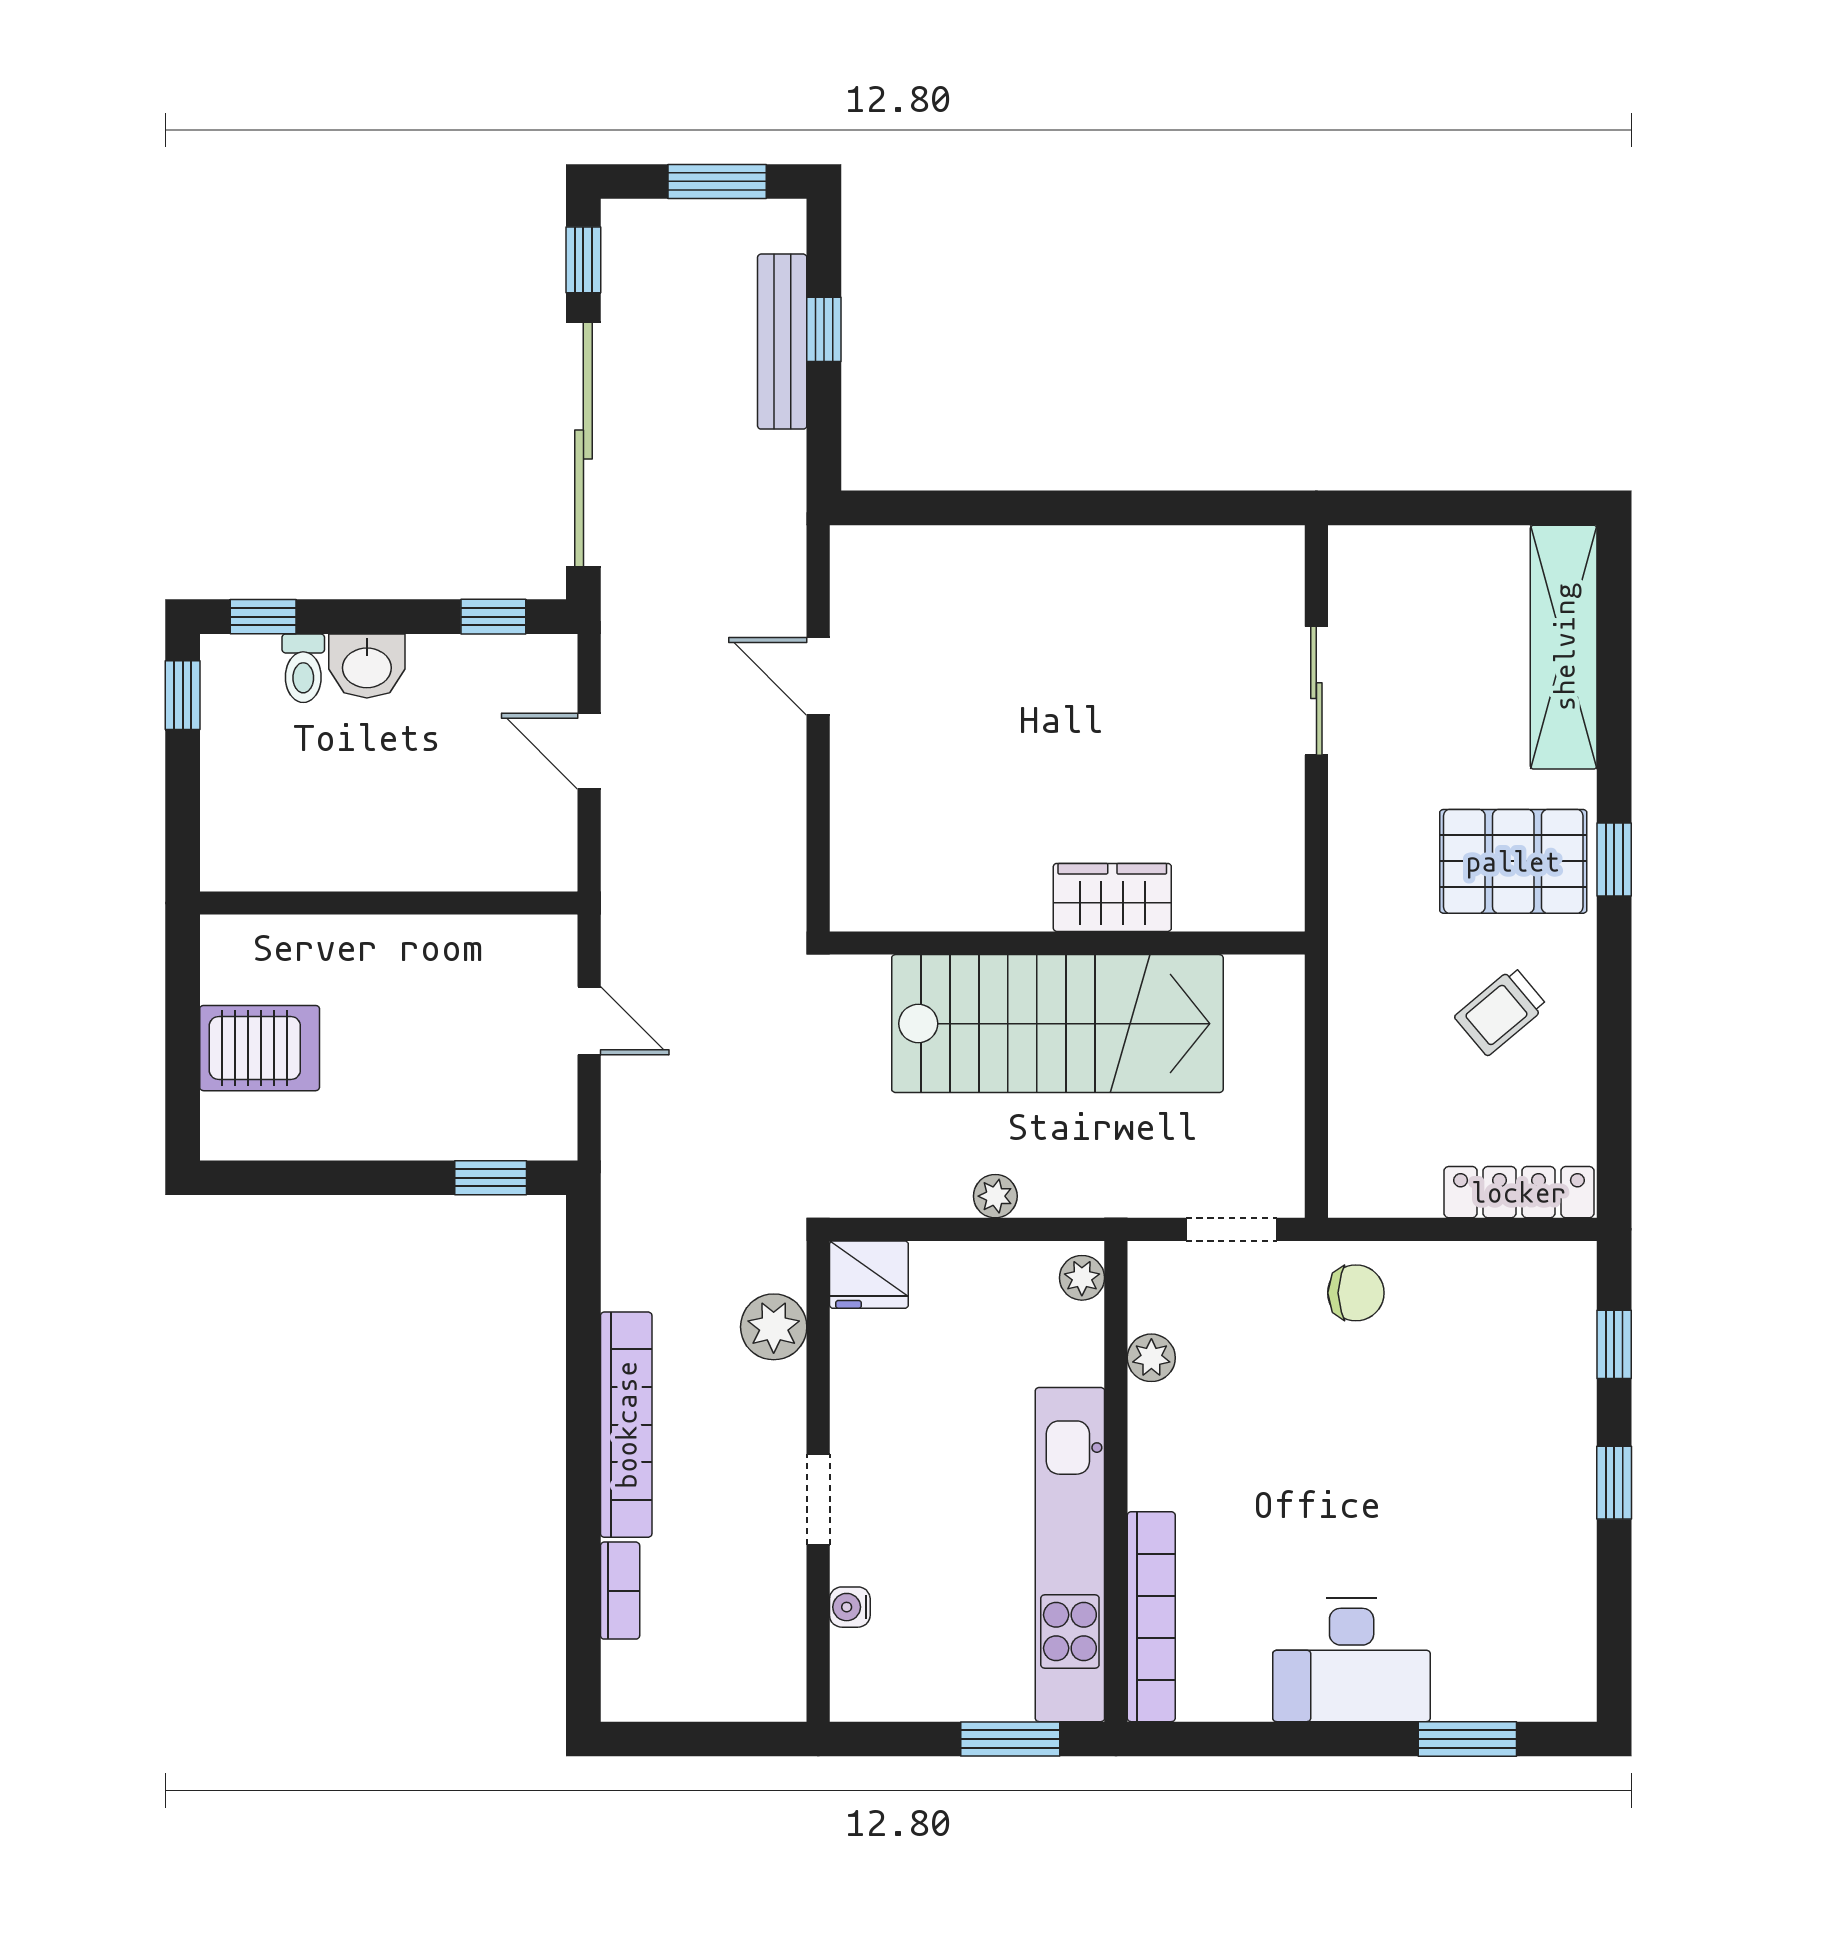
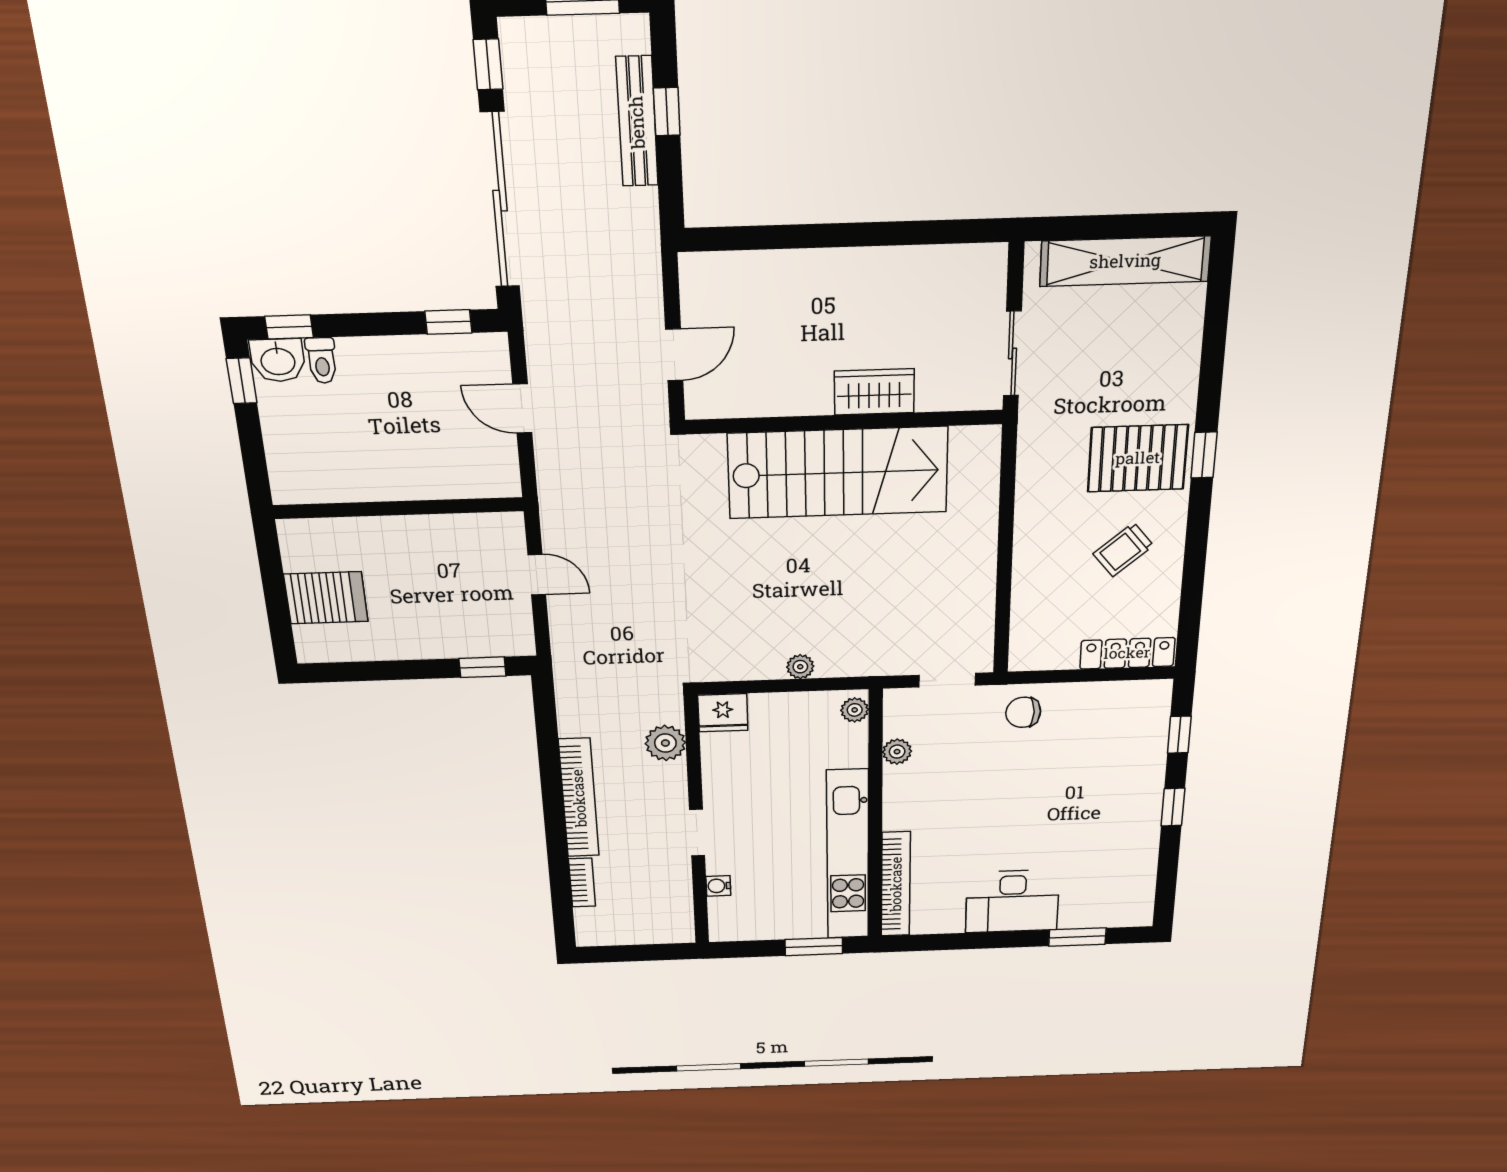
shelving: (1564, 647) -> (1125, 261), moved, turned 90
washbasin: (367, 666) -> (278, 360), moved
door: (818, 676) -> (674, 355), swing flipped
wardrobe: (1112, 897) -> (874, 392), moved
wall: (1067, 943) -> (844, 422), moved
stairs: (1057, 1024) -> (838, 473), moved
chair: (1356, 1293) -> (1023, 712), turned 180

